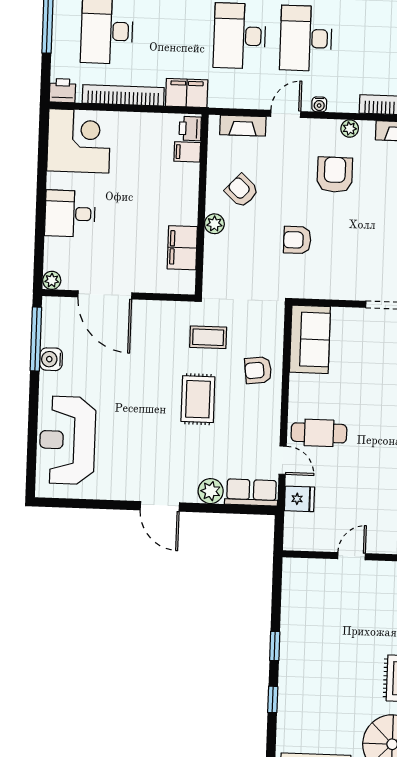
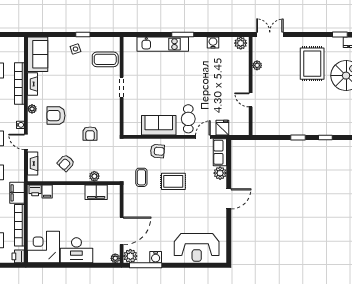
desk: (70, 214) -> (76, 250), width x1.37
plant: (214, 224) -> (94, 176), moved
plant: (55, 310) -> (130, 256), added
sofa: (310, 339) -> (159, 125), moved
armchair: (258, 370) -> (157, 151), turned -79

